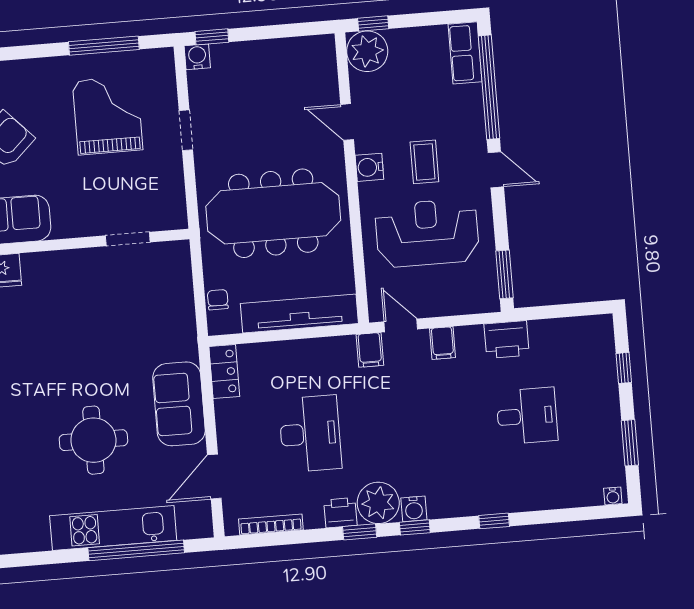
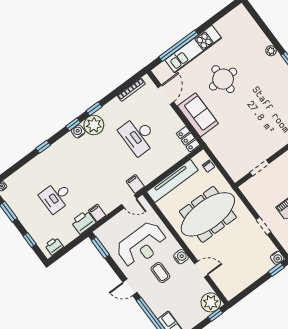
filing cabinet: (443, 343) -> (97, 213), moved
printer: (340, 513) -> (54, 246), moved, turned 180

